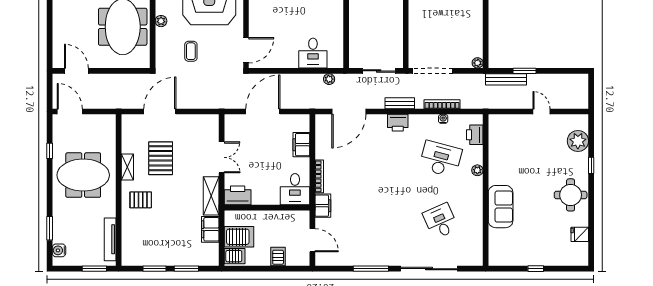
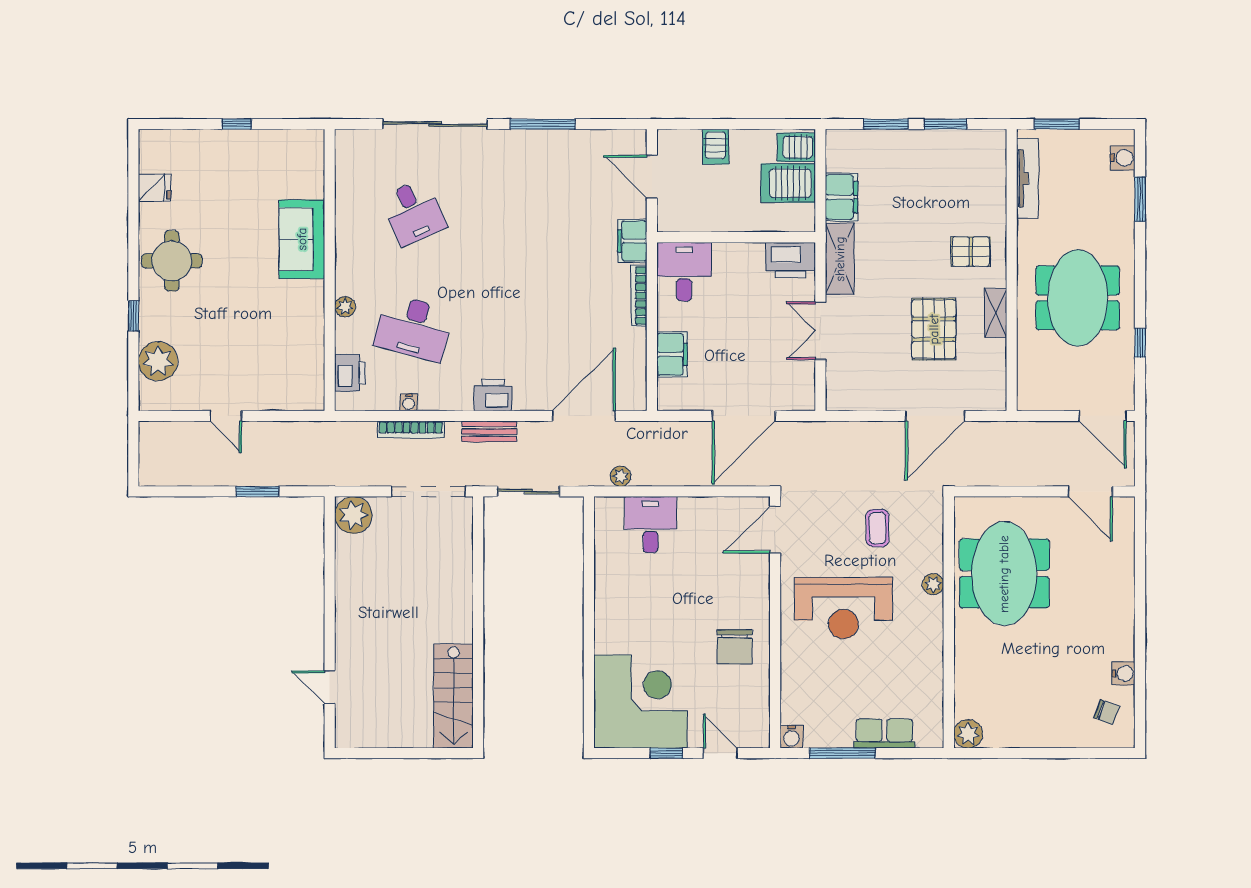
plant: (478, 63) -> (353, 515), width x1.88, depth x1.88
bench: (506, 79) -> (292, 476), removed
meeting table: (83, 175) -> (1078, 298), turned 90

